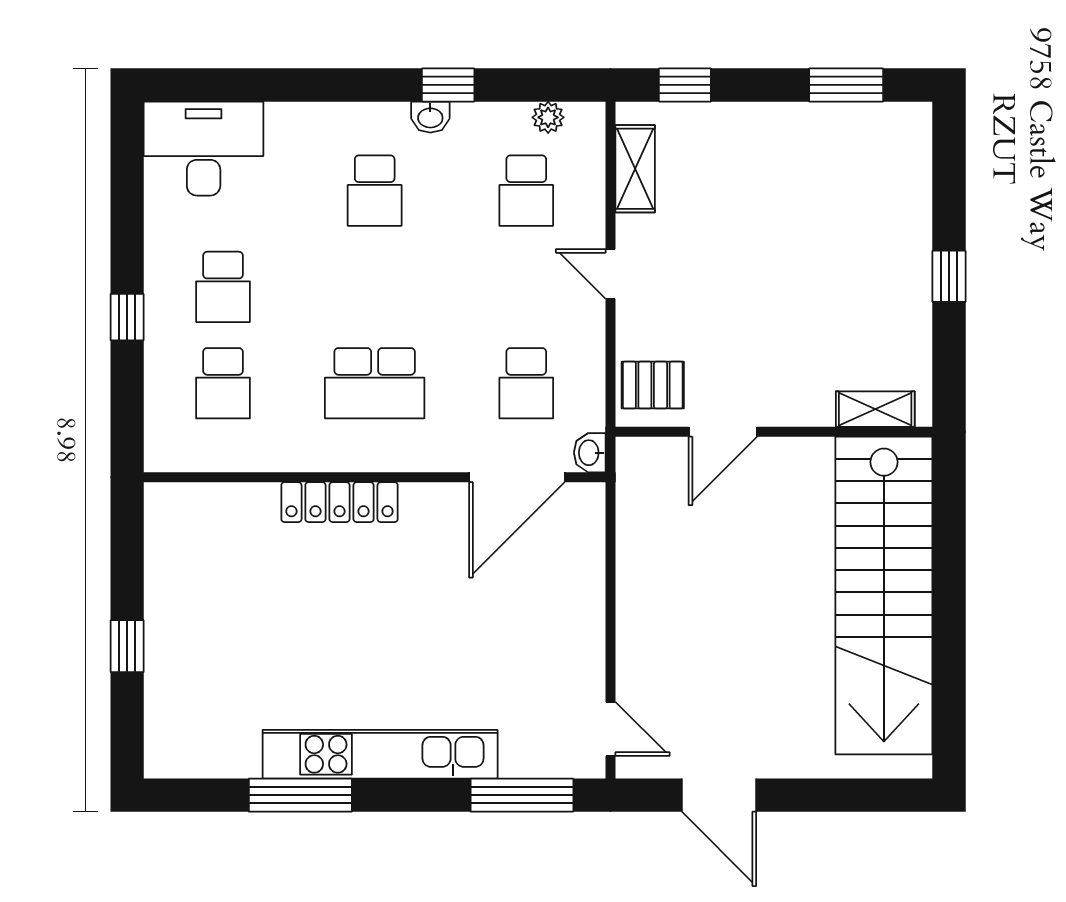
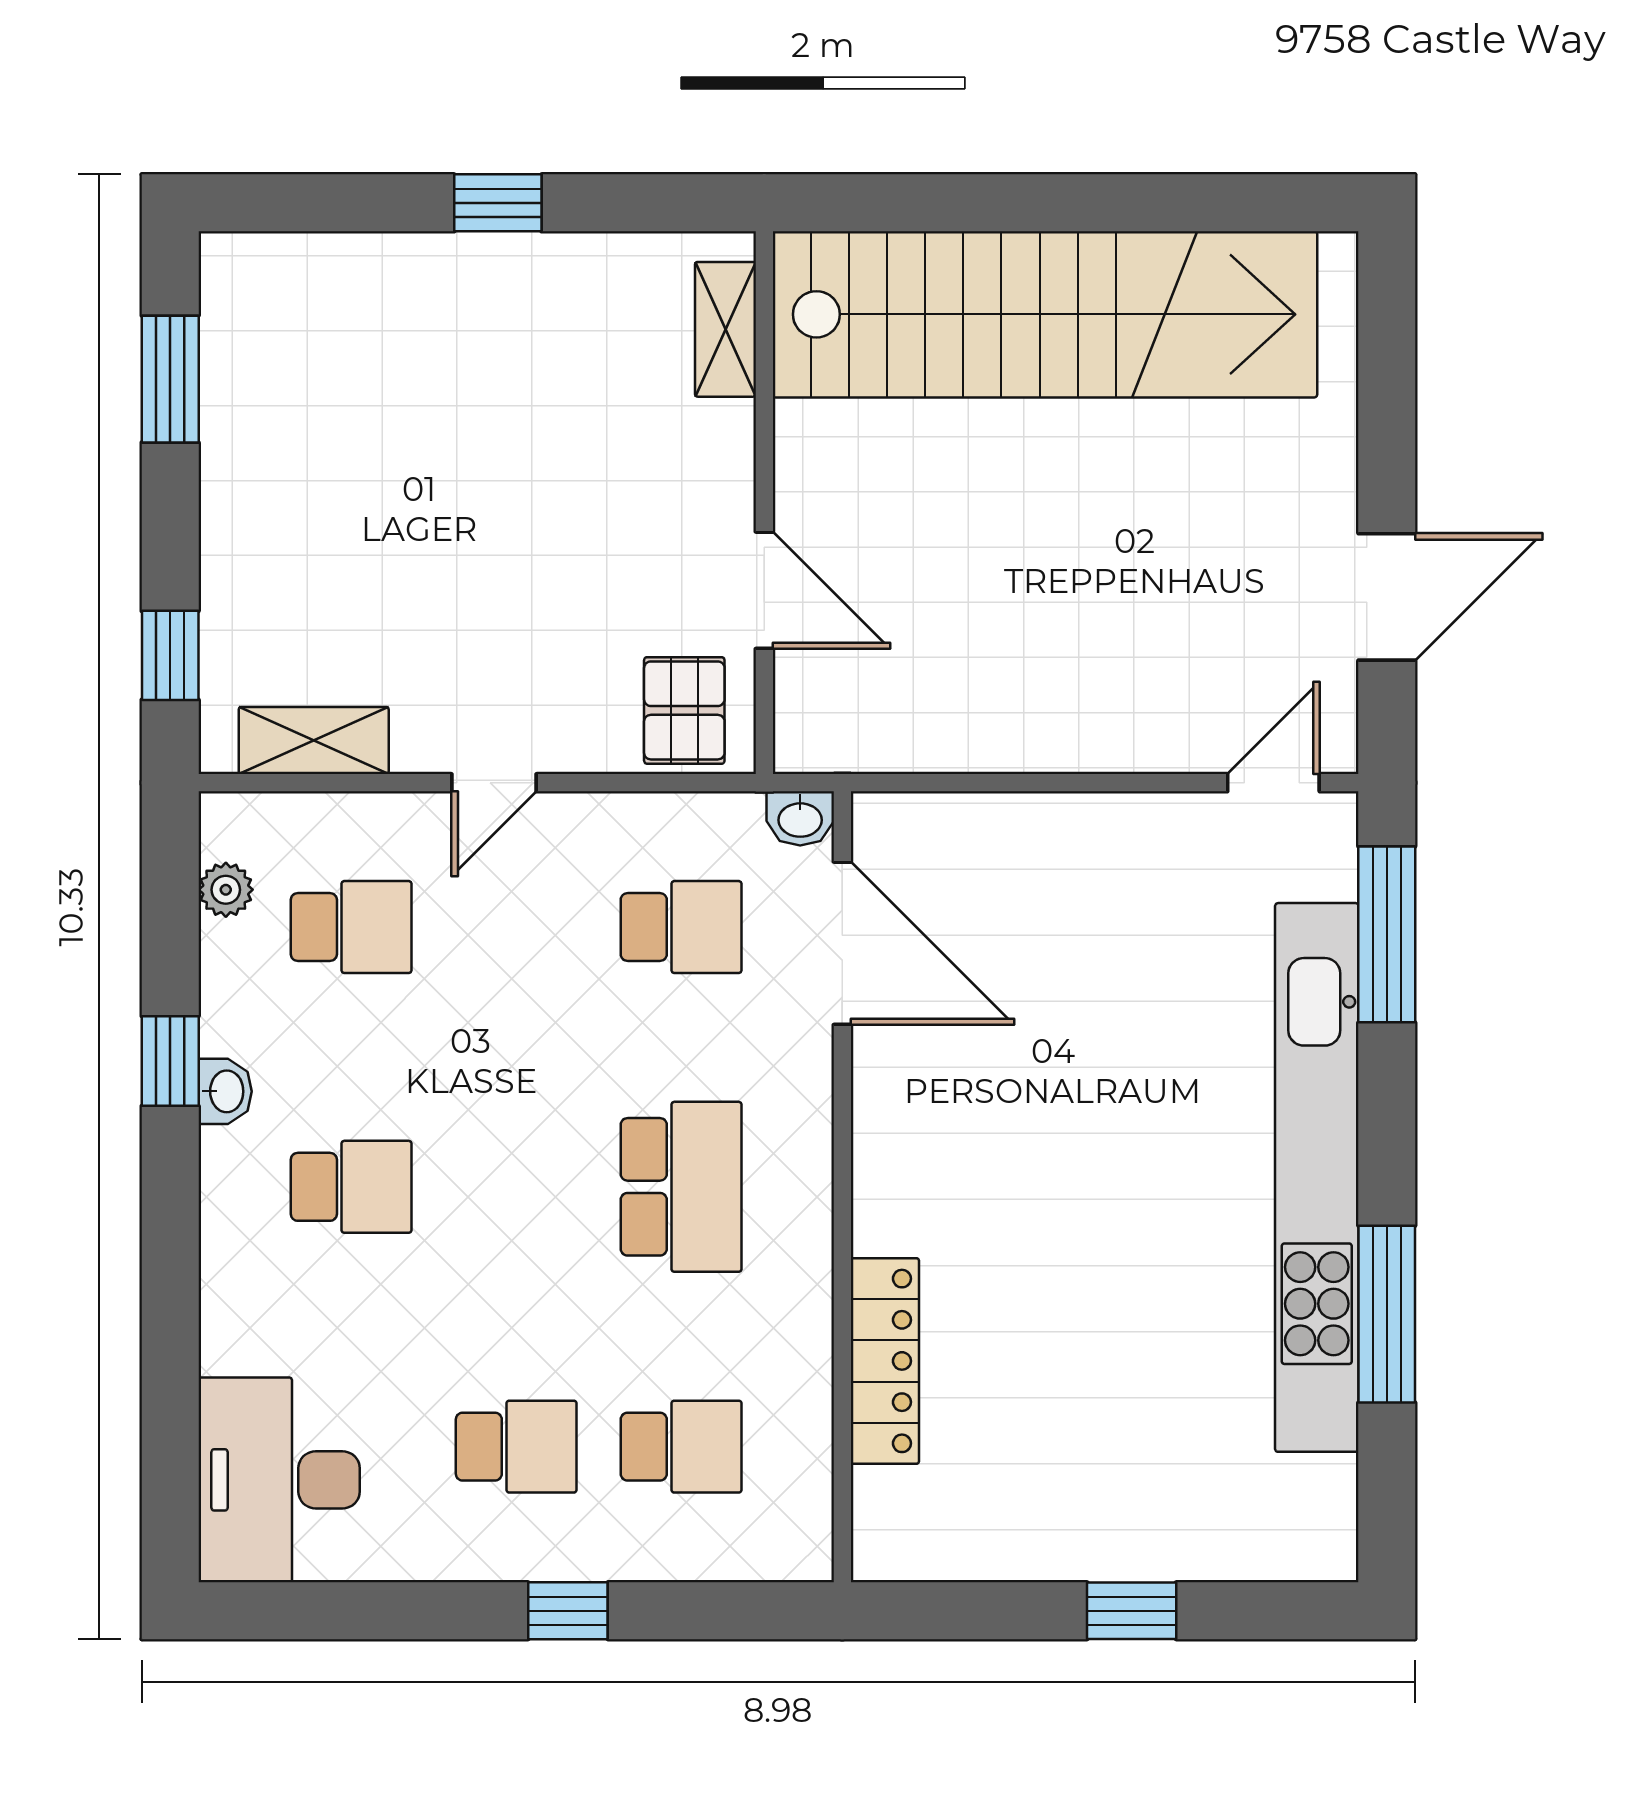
locker: (339, 502) -> (885, 1361), moved
kitchen unit: (380, 754) -> (1317, 1177), width x1.36

